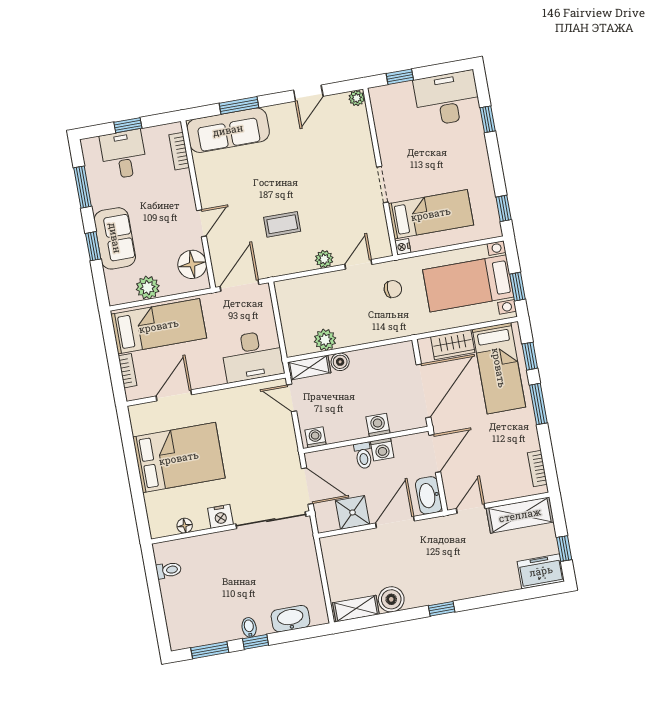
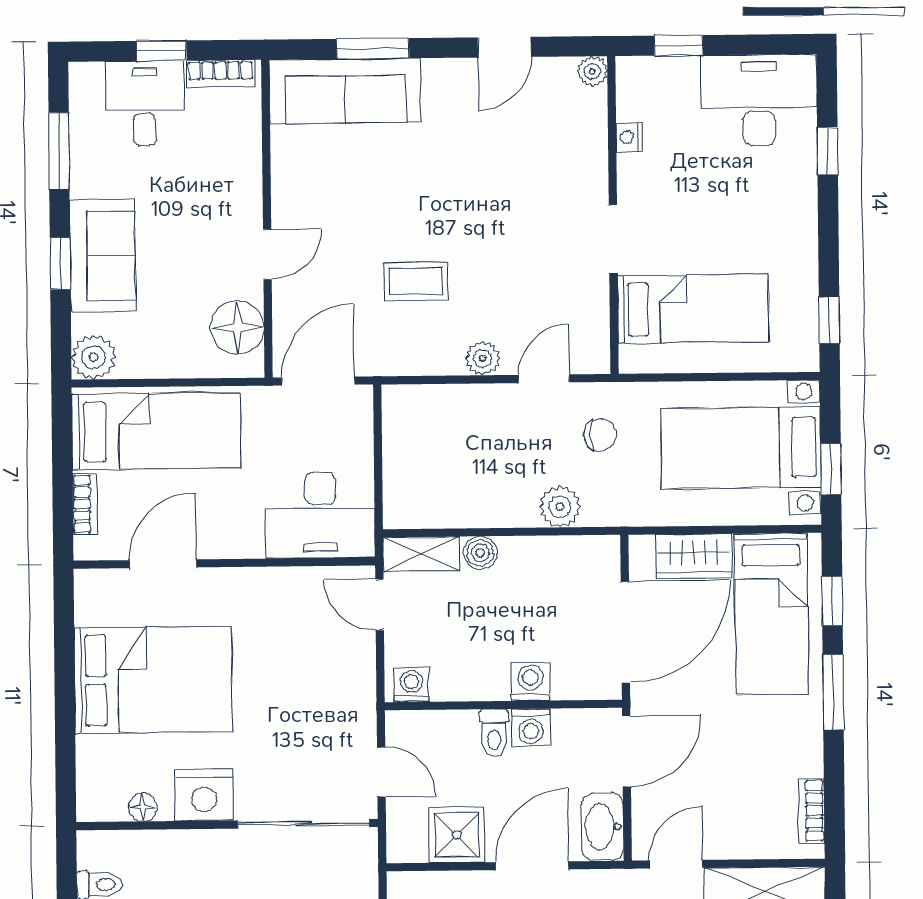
bookcase: (179, 151) -> (221, 74), moved, turned -90
nightstand: (403, 247) -> (629, 137), moved
plant: (148, 288) -> (93, 357), moved
plant: (325, 340) -> (560, 507), moved
door: (307, 486) -> (381, 772), width x0.73
nightstand: (220, 516) -> (204, 795), width x1.36, depth x1.33

